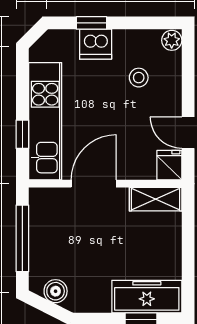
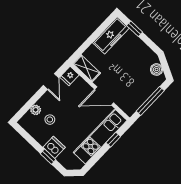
plant: (172, 40) -> (36, 110), moved
freezer: (147, 297) -> (111, 35), moved, turned -90

